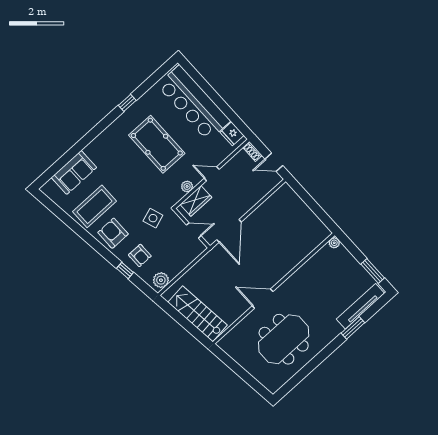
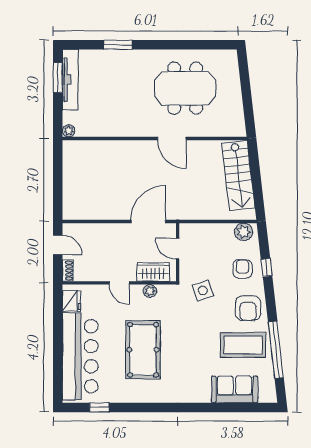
window: (127, 103) -> (99, 407), moved
window: (70, 223) -> (276, 350), added
tv unit: (360, 306) -> (70, 80), moved, turned -90

